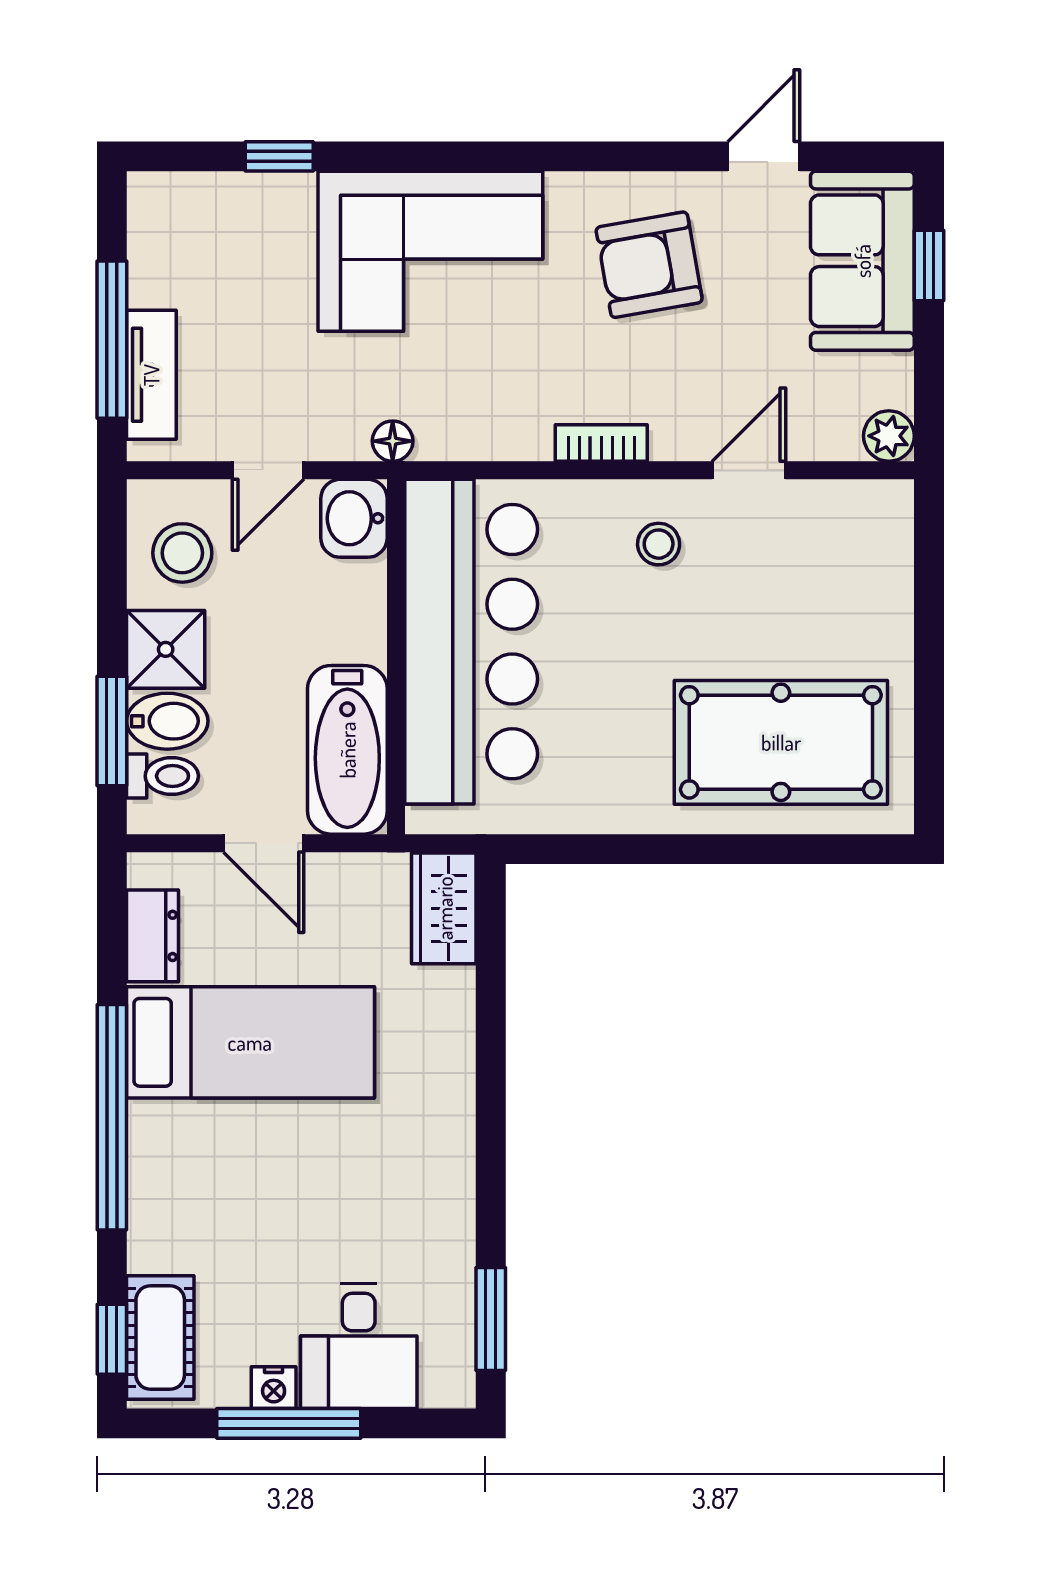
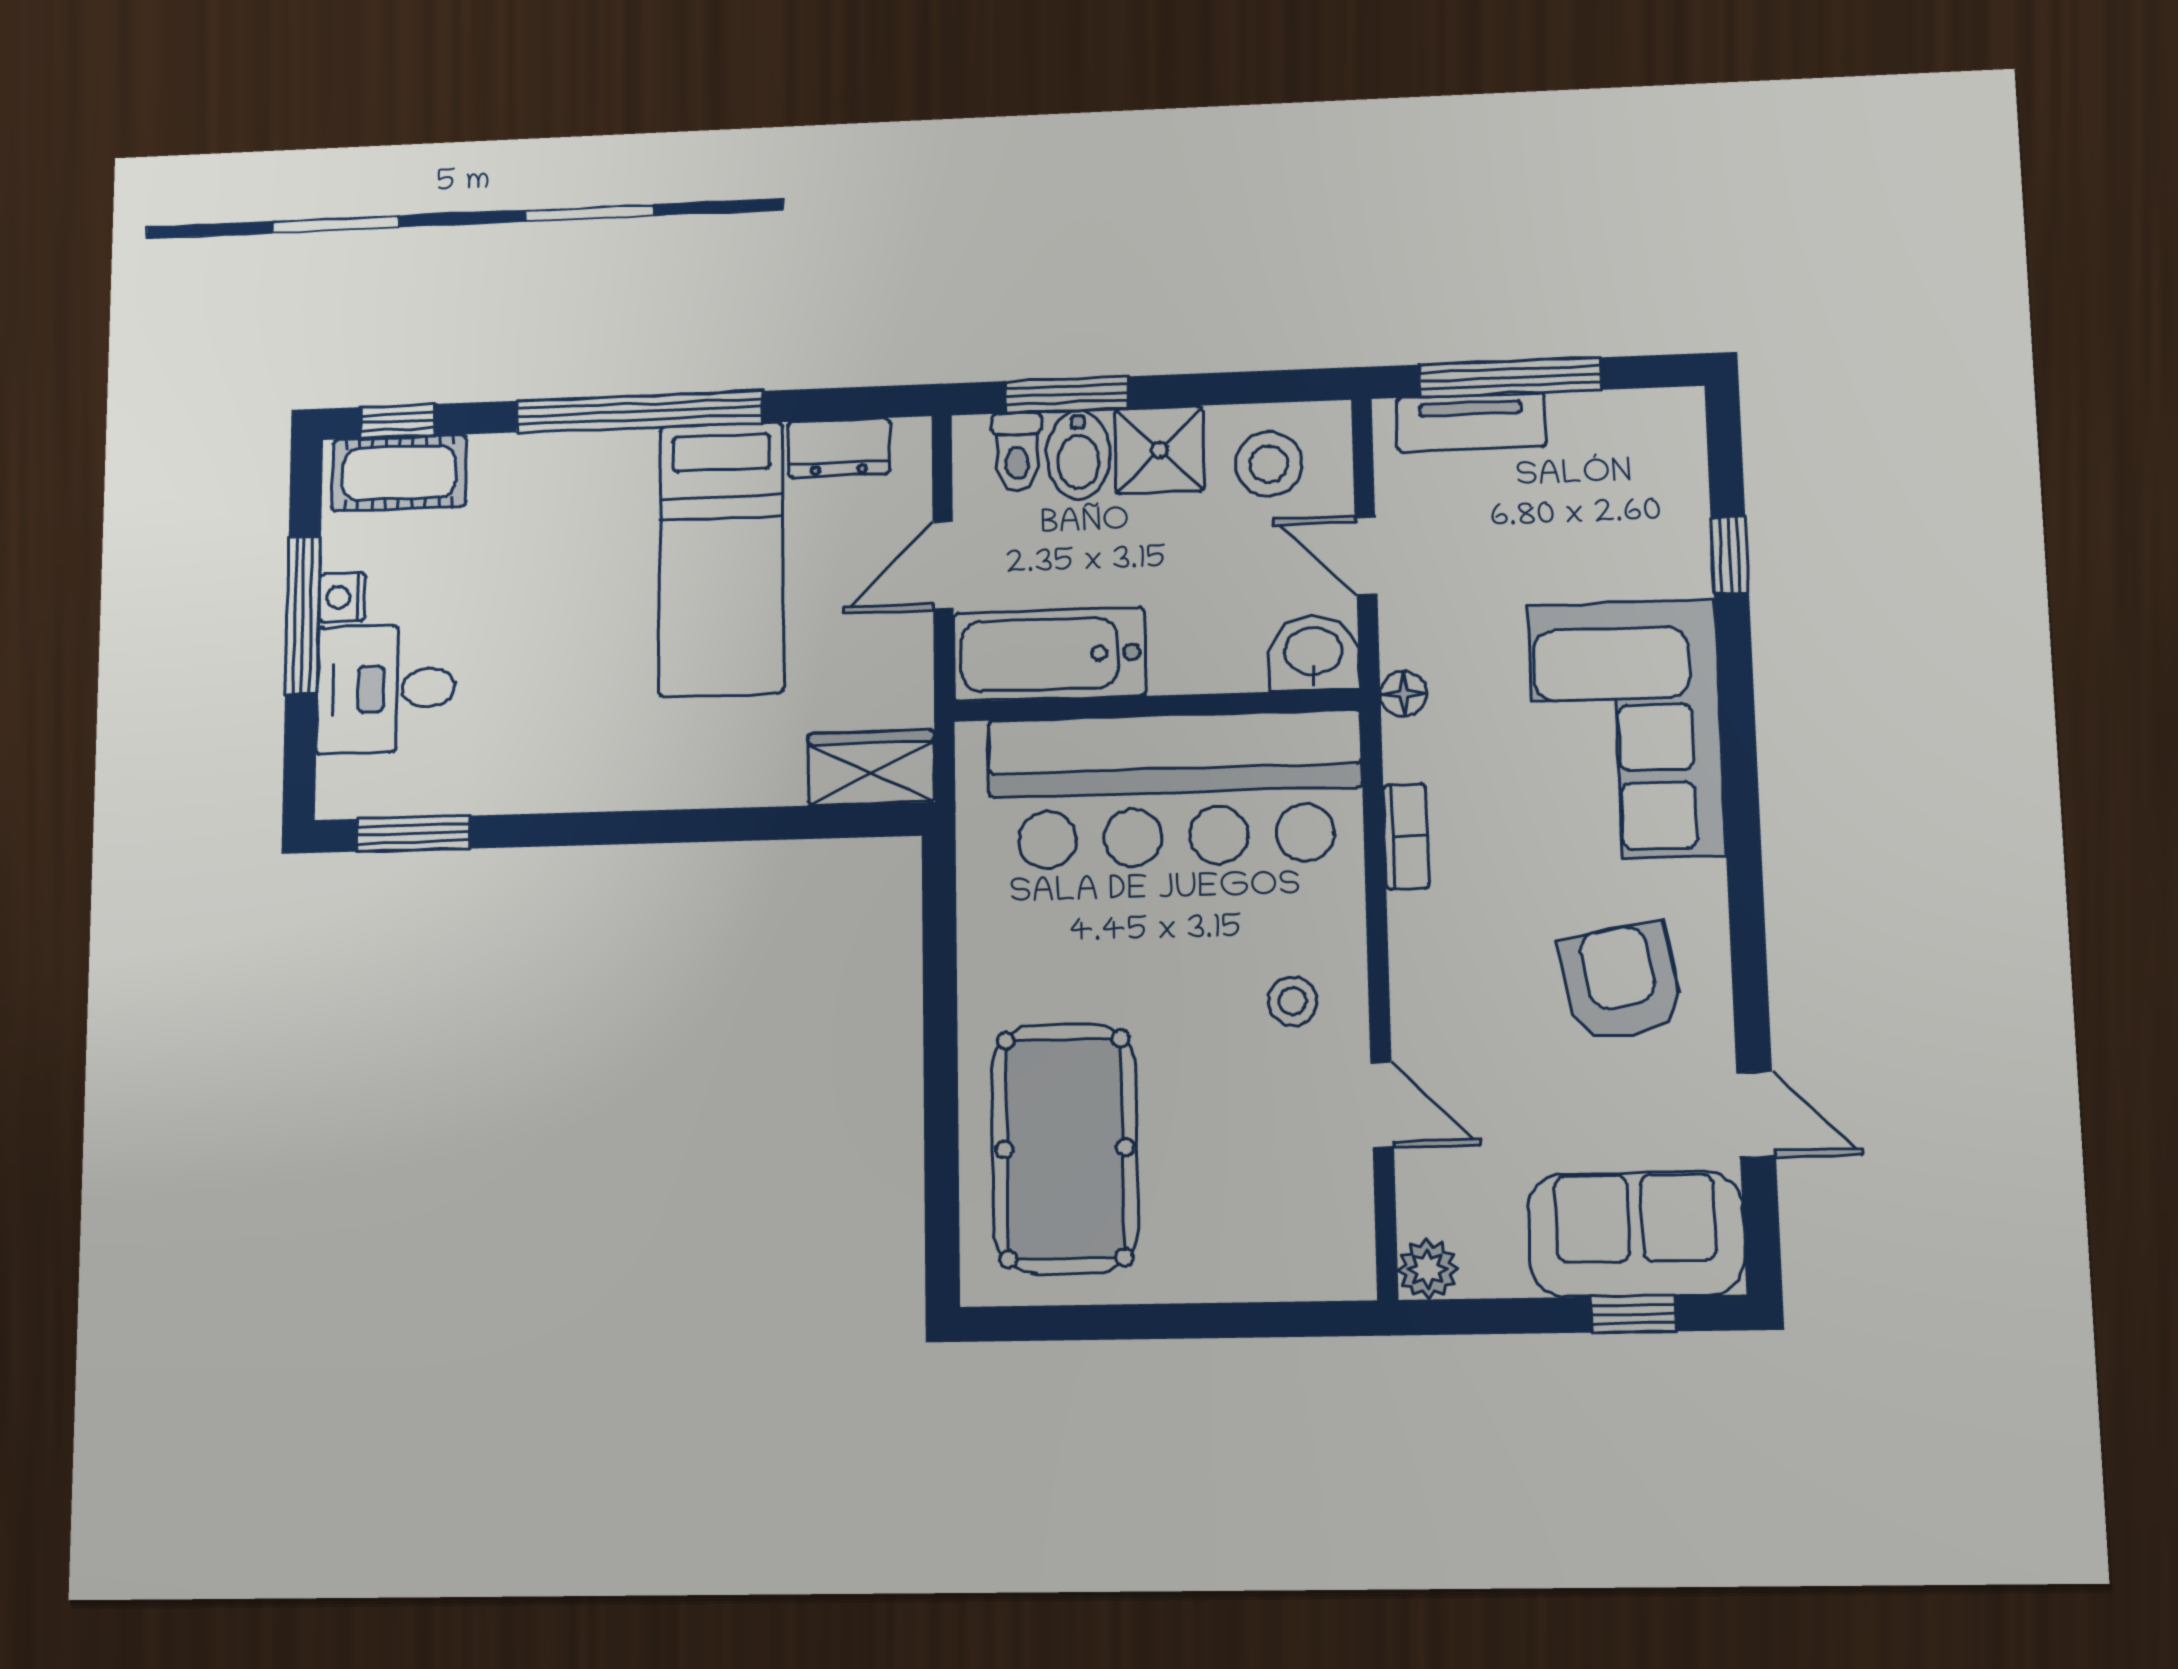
bookcase: (601, 443) -> (1406, 837), moved

